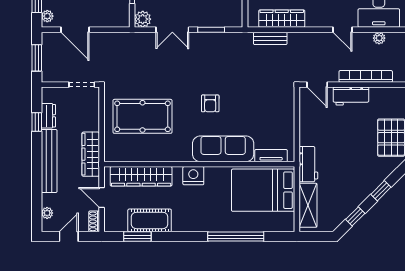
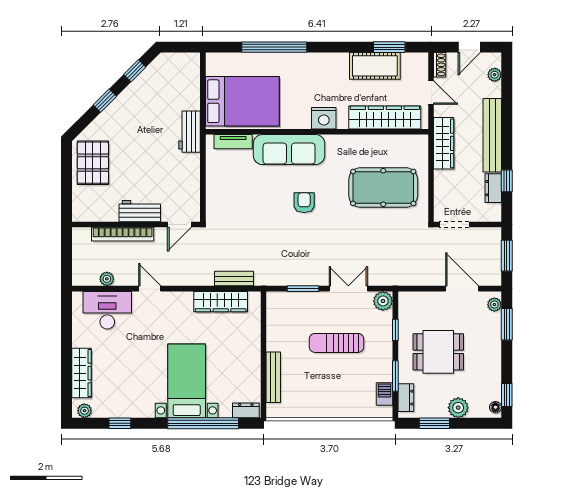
door: (317, 85) -> (179, 224), swing flipped
shelving: (308, 205) -> (190, 84), removed

